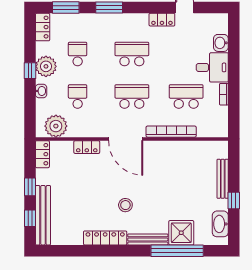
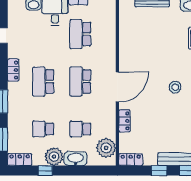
locker: (162, 20) -> (13, 70), moved
window: (30, 71) -> (45, 171), moved
washbasin: (41, 91) -> (75, 159), width x1.91, depth x1.45
bookcase: (171, 132) -> (111, 47), removed

